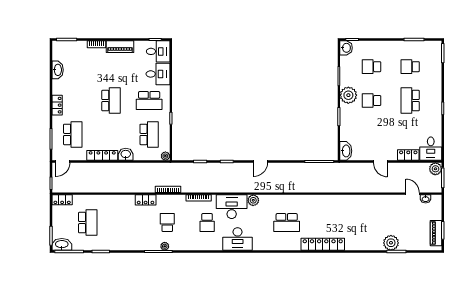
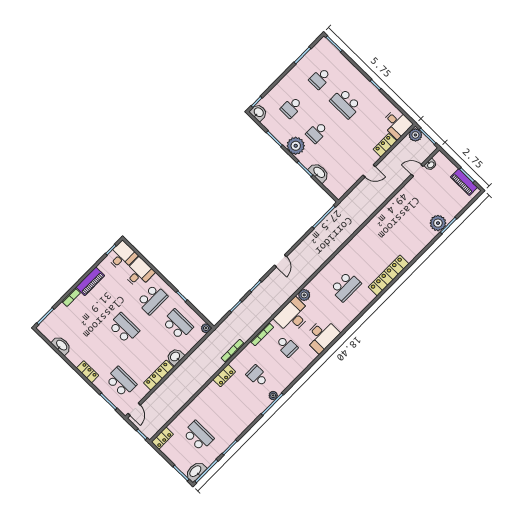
washbasin: (346, 151) -> (319, 173), moved

